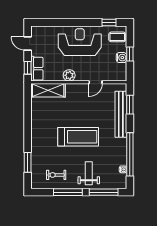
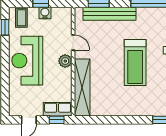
plant: (69, 75) -> (65, 61), moved
shelving: (48, 90) -> (82, 88), width x1.47
treadmill: (78, 137) -> (135, 62), turned 180

